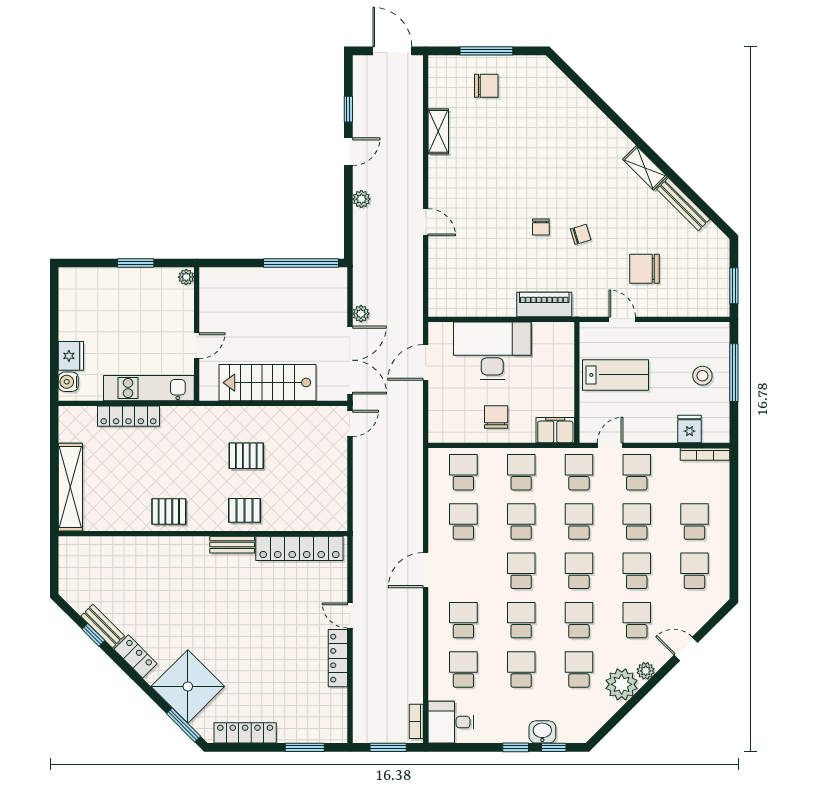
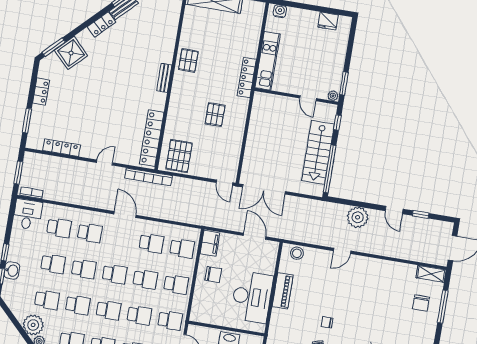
shelving: (438, 131) -> (431, 274), moved
plant: (361, 199) -> (358, 217), width x1.87, depth x1.87
window: (136, 263) -> (344, 83), moved
window: (227, 263) -> (337, 122), added
stool: (441, 292) -> (297, 253), added
piano: (544, 304) -> (283, 291), moved
plant: (361, 314) -> (292, 201), removed
door: (197, 346) -> (308, 98), moved
desk: (492, 351) -> (252, 297), moved
fridge: (71, 356) -> (328, 21), moved
stairs: (267, 383) -> (318, 152), moved, turned 180
locker: (128, 416) -> (247, 78), moved
filing cabinet: (555, 430) -> (210, 243), moved
pallet: (245, 510) -> (179, 156), moved, width x1.50, depth x1.42
bookcase: (361, 543) -> (148, 177), added
bench: (232, 545) -> (164, 78), moved
locker: (338, 658) -> (62, 148), moved
shower: (188, 686) -> (71, 53), width x0.73, depth x0.73
locker: (245, 733) -> (41, 92), width x0.66

